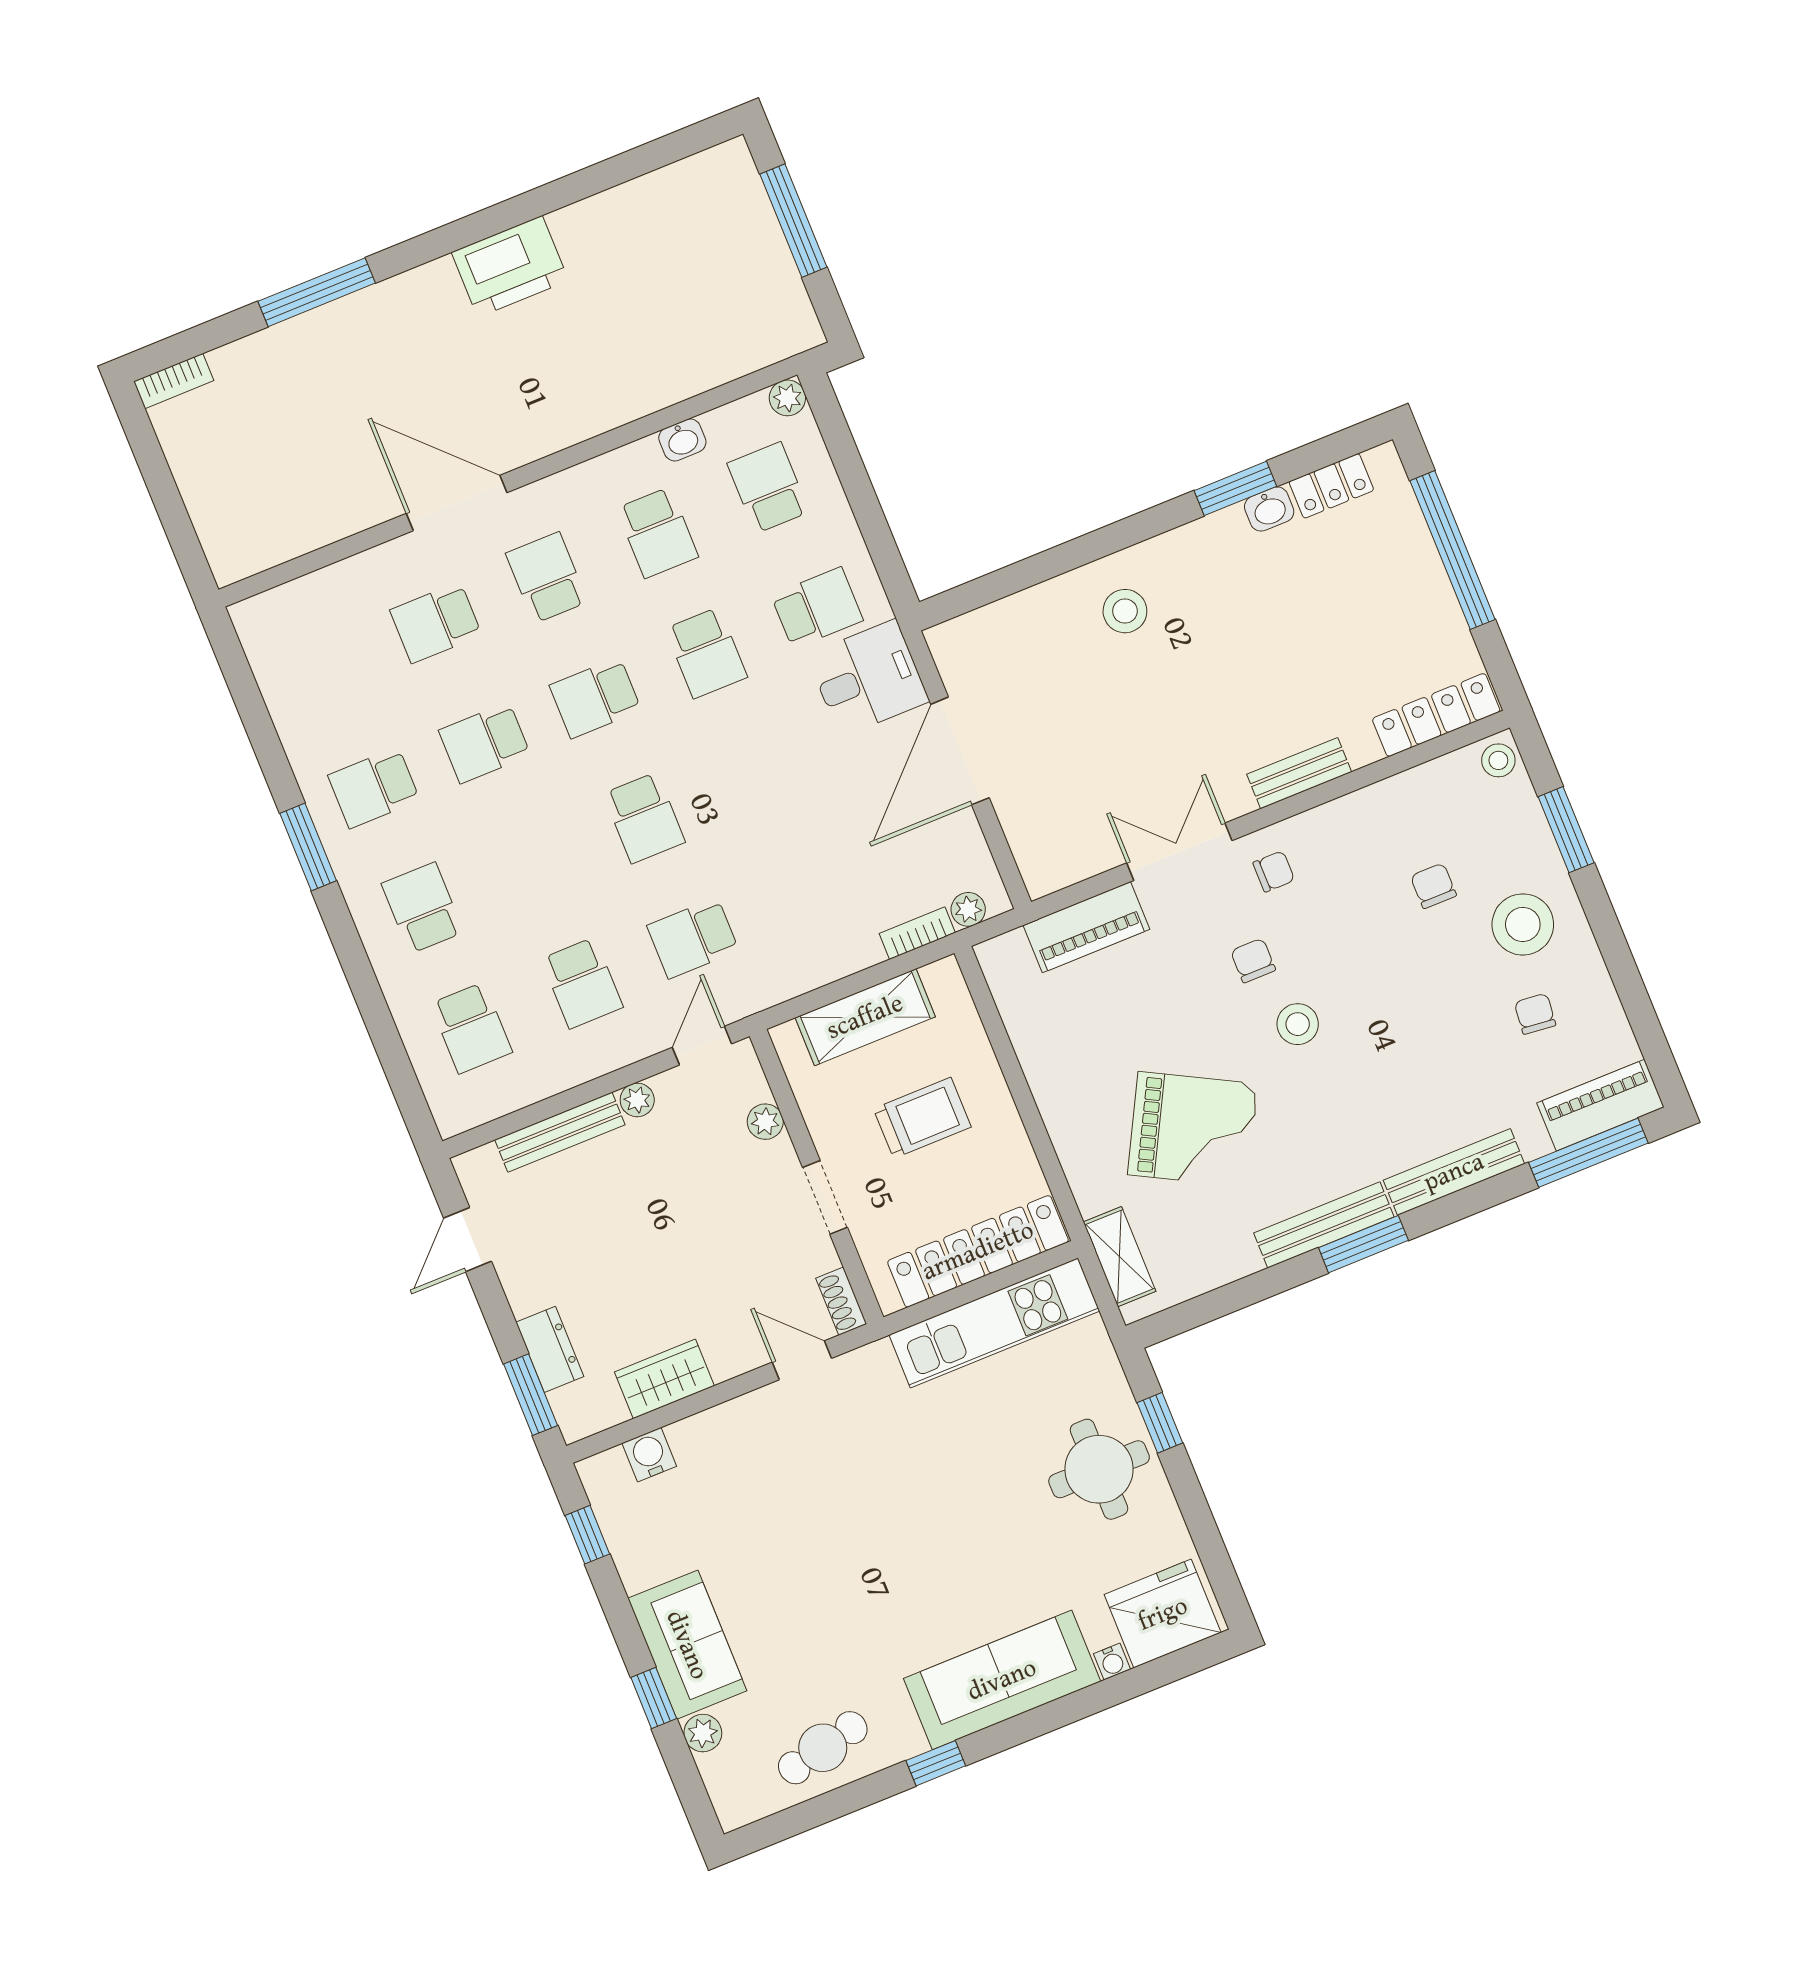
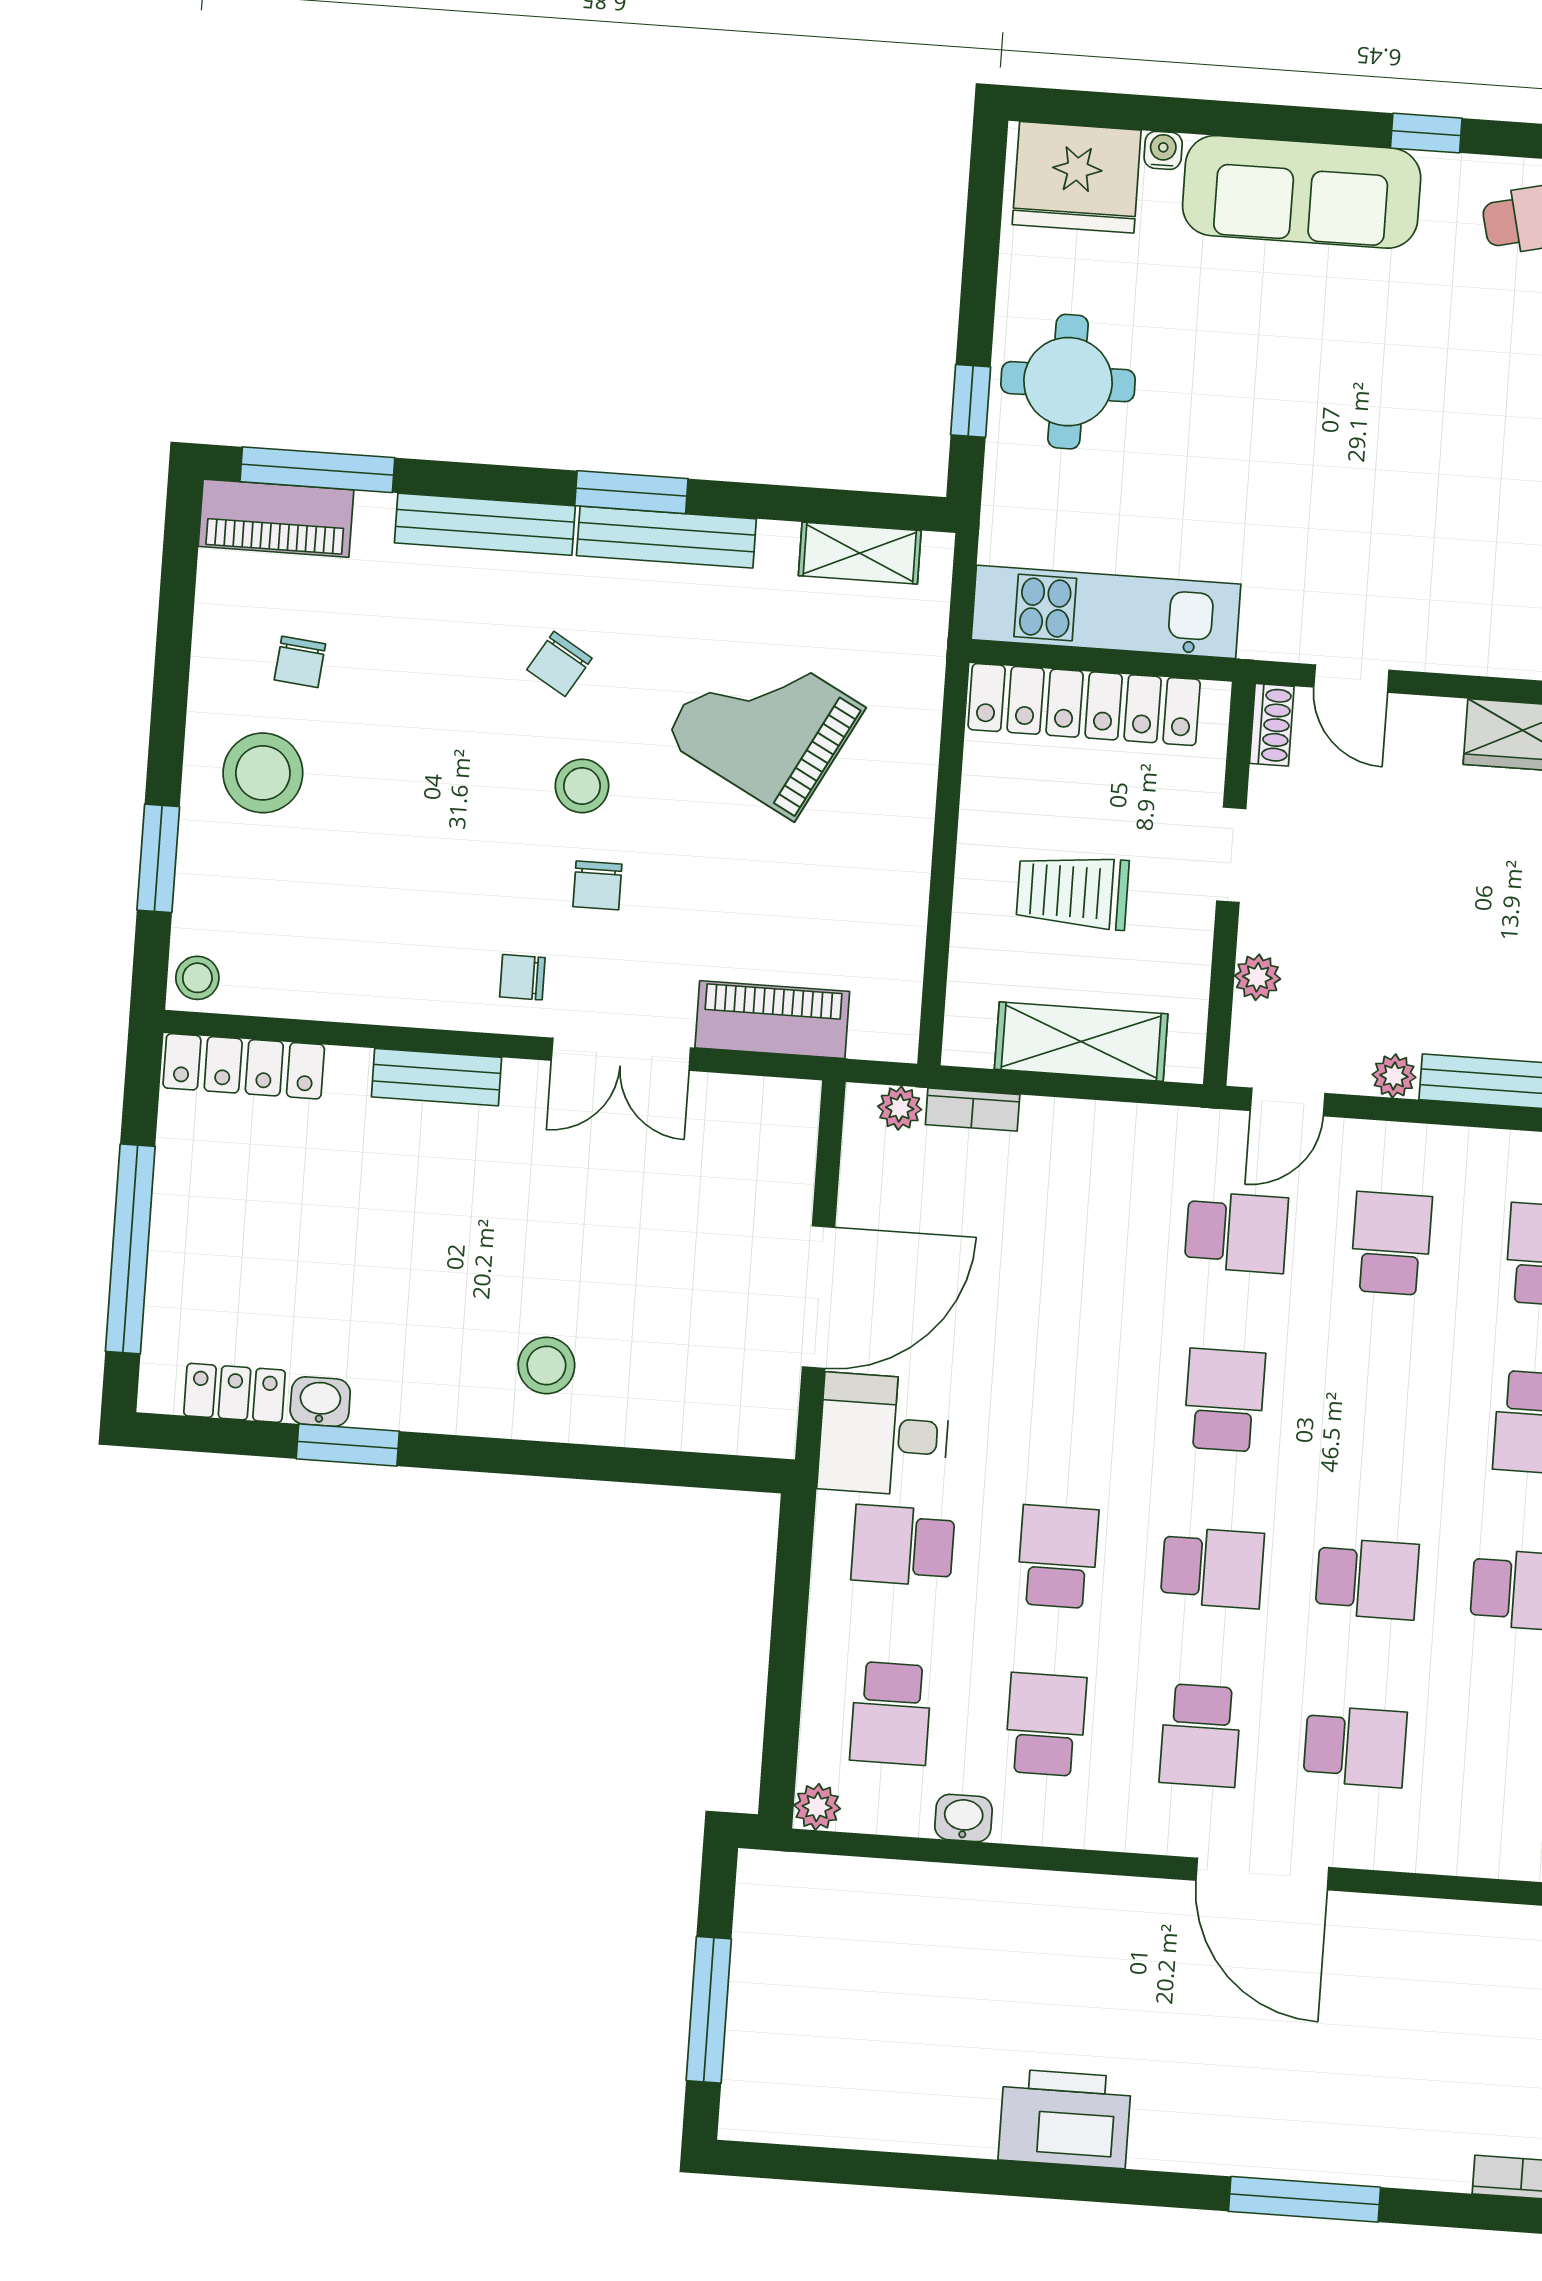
chair: (1433, 886) -> (559, 664), moved, turned 31
shelving: (1120, 1257) -> (860, 553), moved, turned 90

